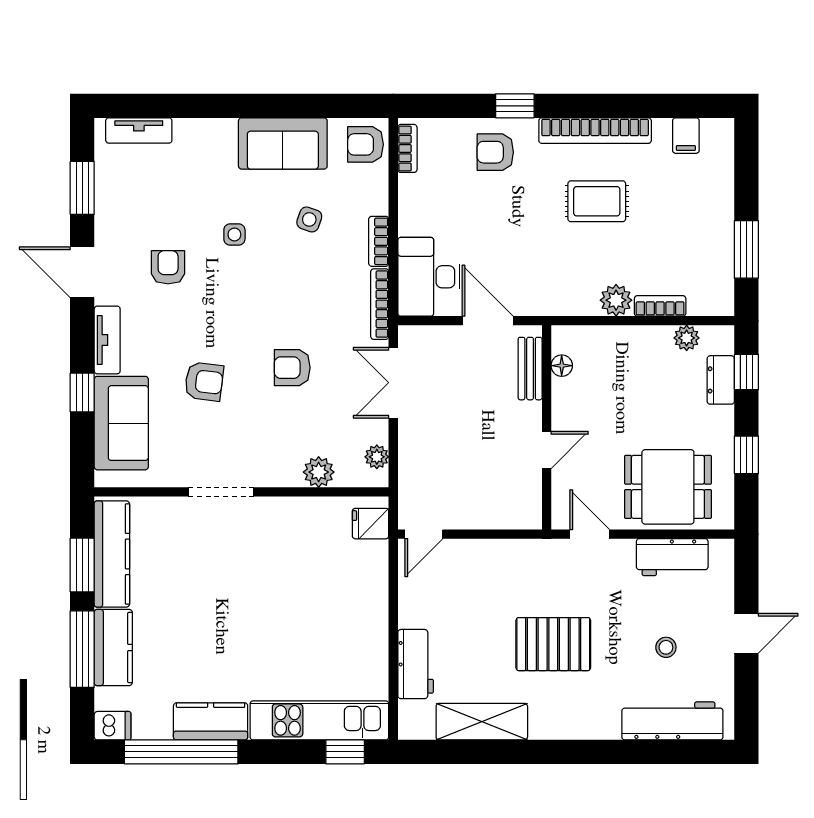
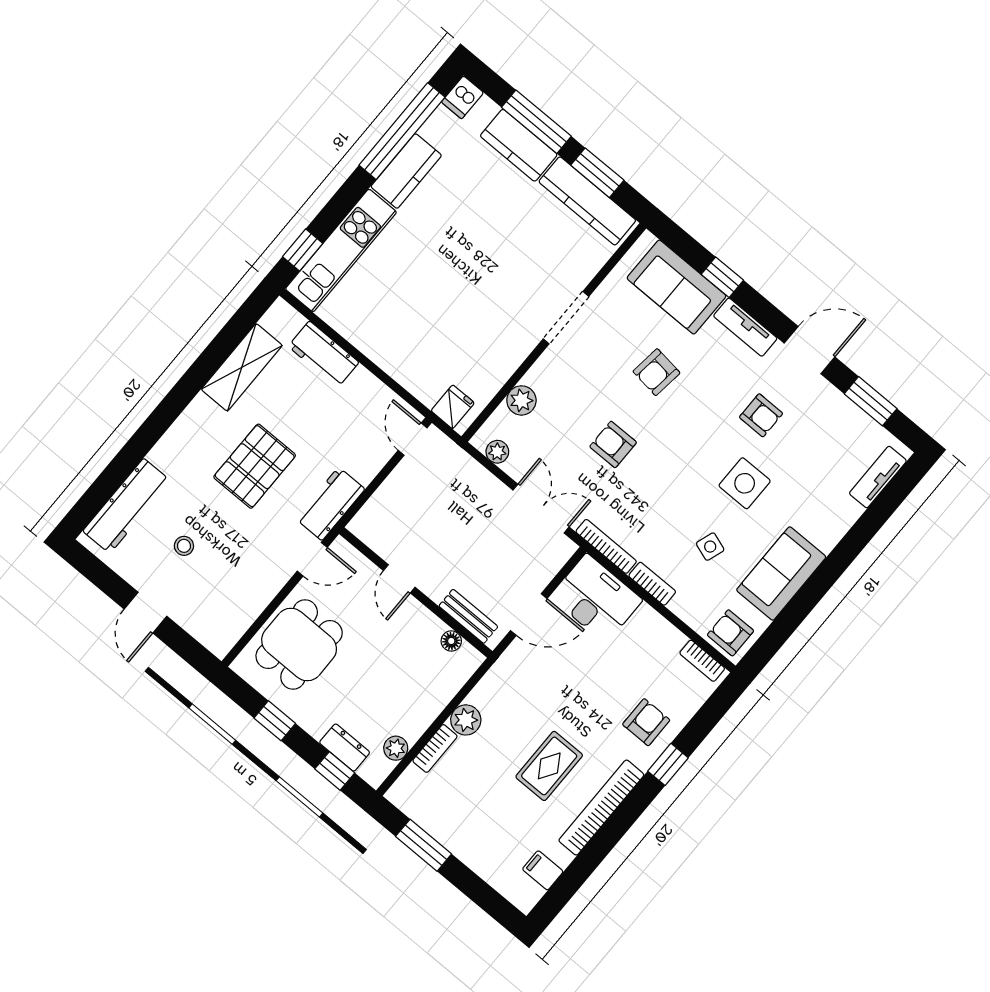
armchair: (366, 144) -> (730, 633), turned -90
side table: (234, 235) -> (745, 483), width x1.87, depth x1.87
armchair: (292, 368) -> (613, 444), turned -90
workbench: (672, 557) -> (330, 504), moved

